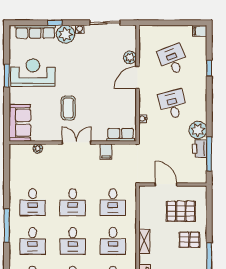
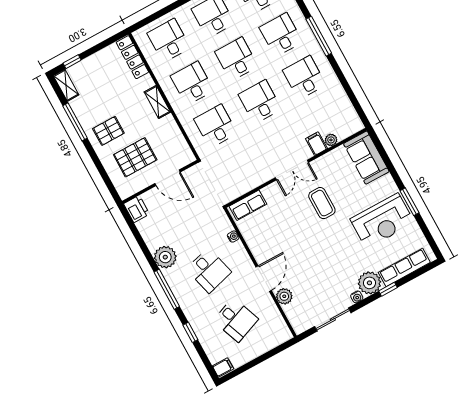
printer: (199, 149) -> (137, 209), moved
filing cabinet: (106, 152) -> (316, 144), moved
window: (209, 154) -> (167, 289), moved

